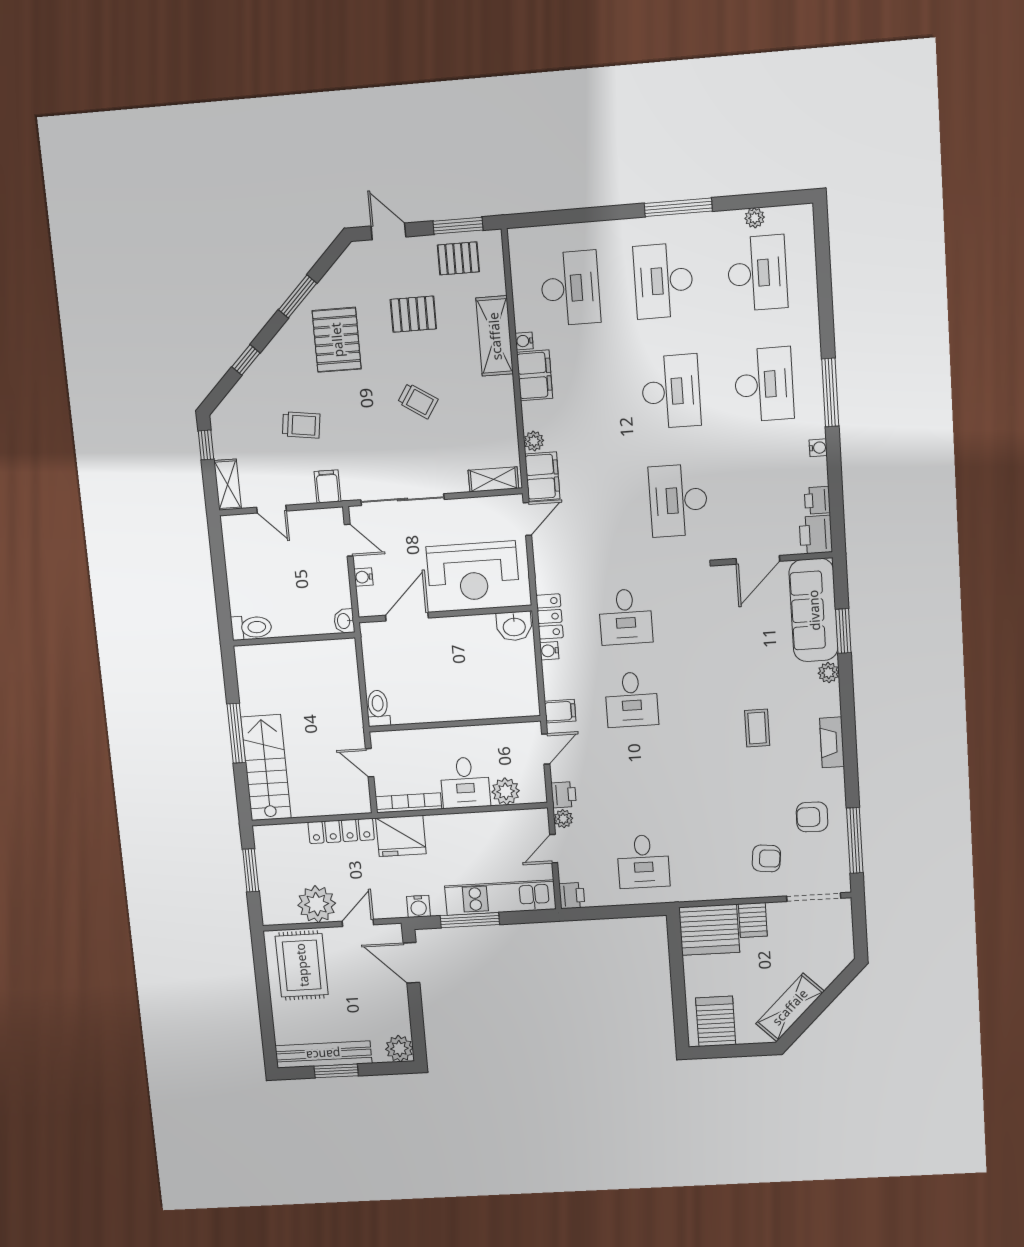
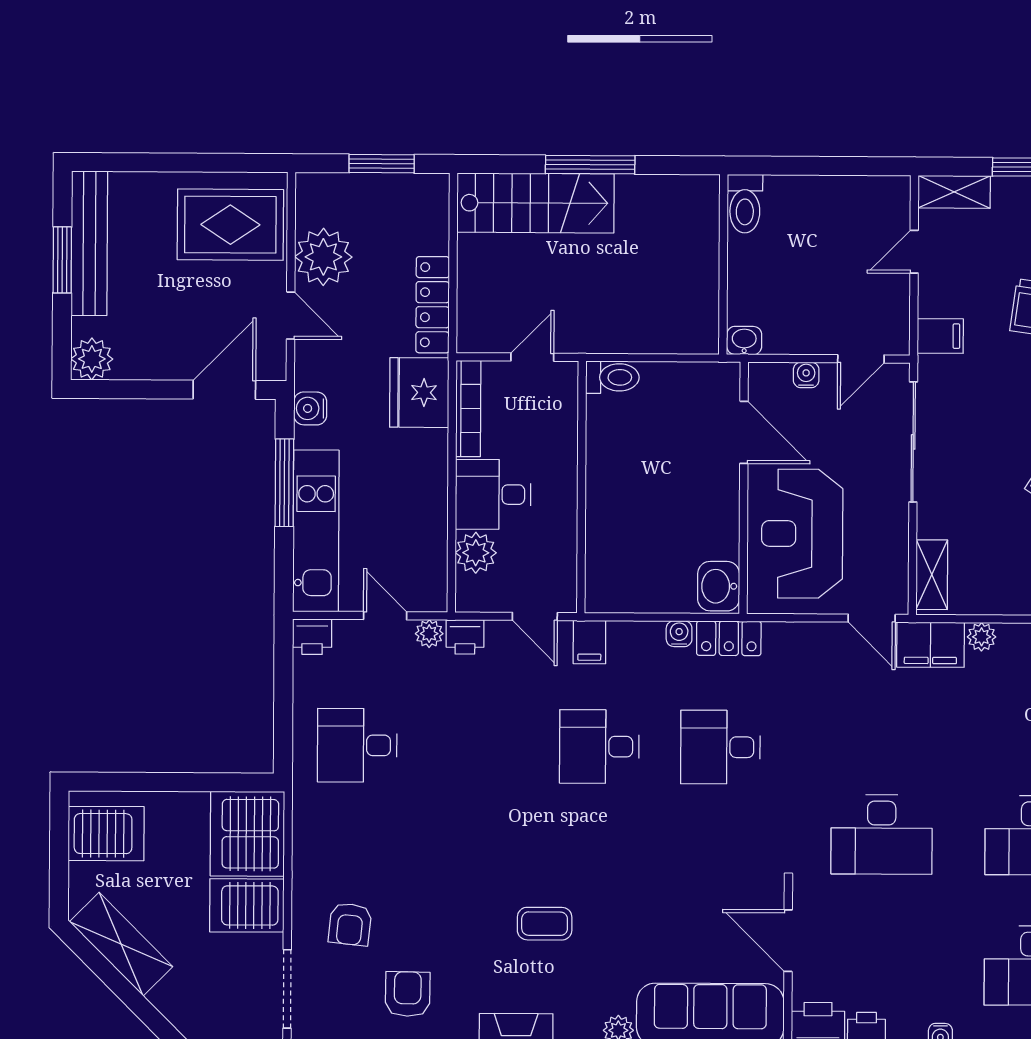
desk: (678, 500) -> (882, 834), turned 180
server rack: (753, 920) -> (247, 905), width x1.36, depth x1.44

